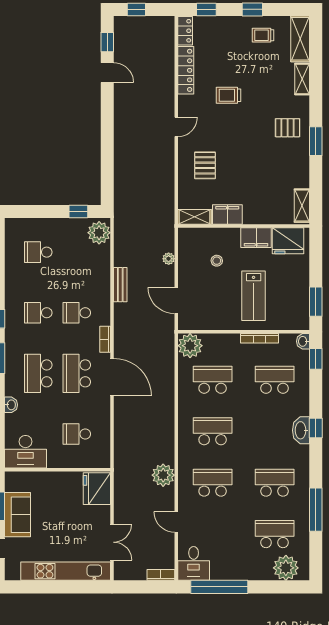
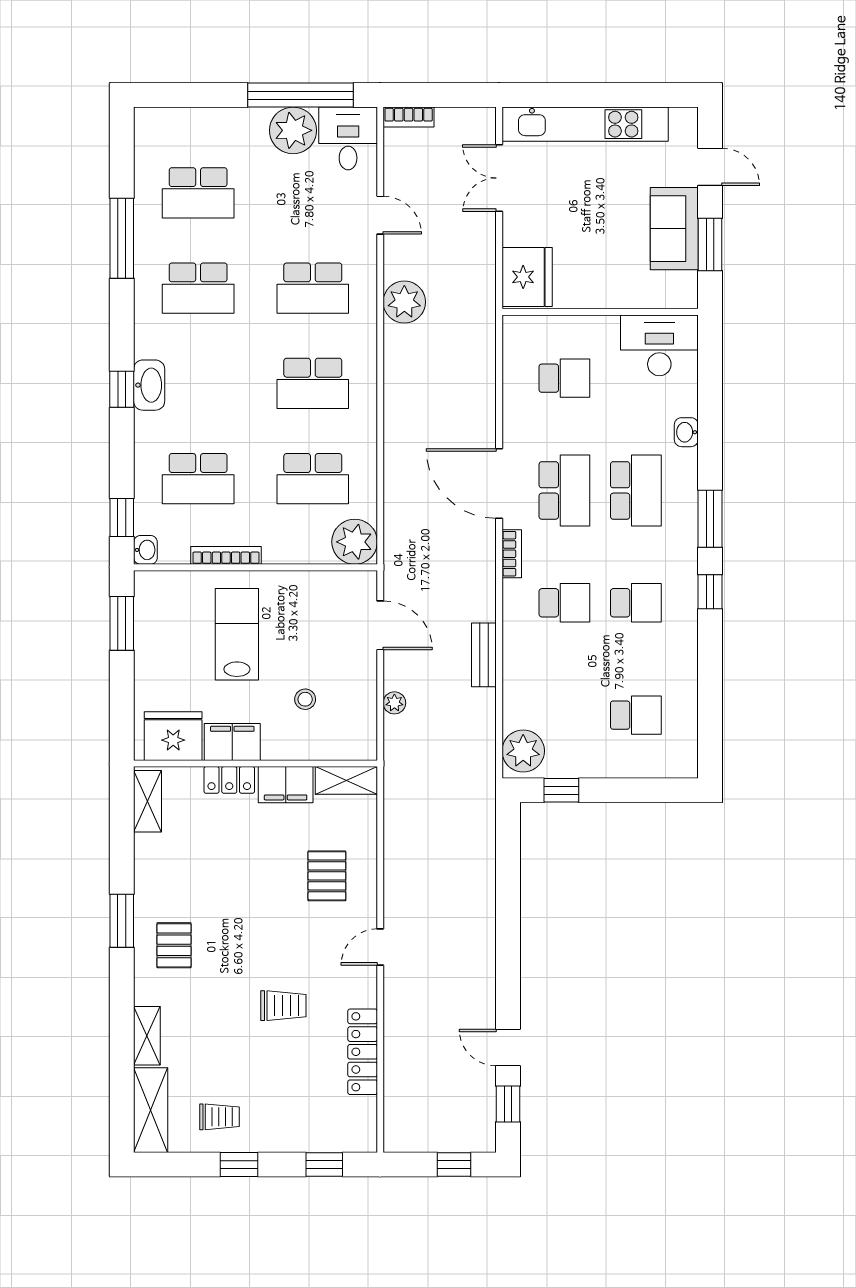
locker: (185, 31) -> (229, 780), moved, turned -90
pallet: (288, 128) -> (174, 945), turned 90
plant: (286, 568) -> (293, 130), moved

